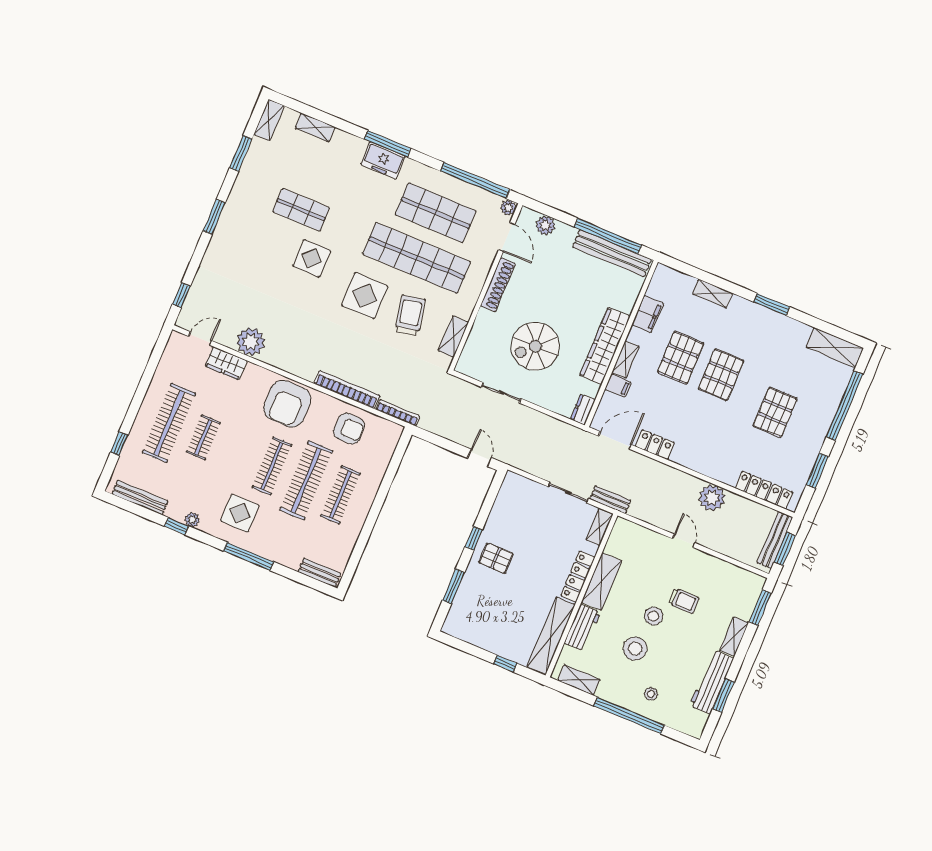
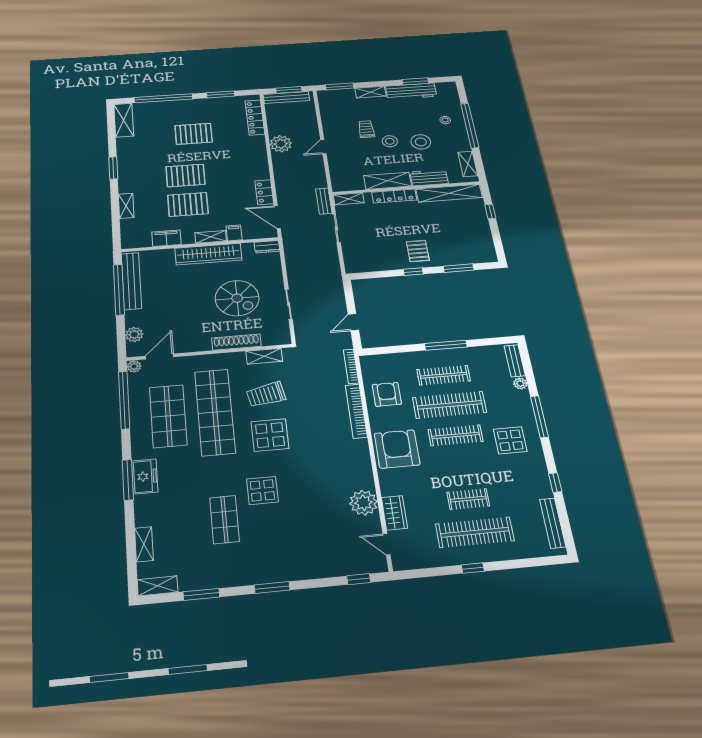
shoe rack: (498, 285) -> (236, 342), moved
armchair: (287, 404) -> (397, 449), turned -90
window: (119, 444) -> (473, 568), moved
door: (479, 458) -> (353, 322), moved
window: (372, 518) -> (446, 345), added
plant: (192, 520) -> (520, 383), moved

